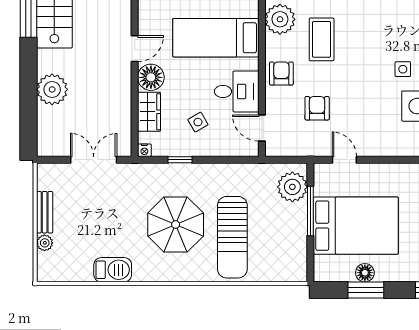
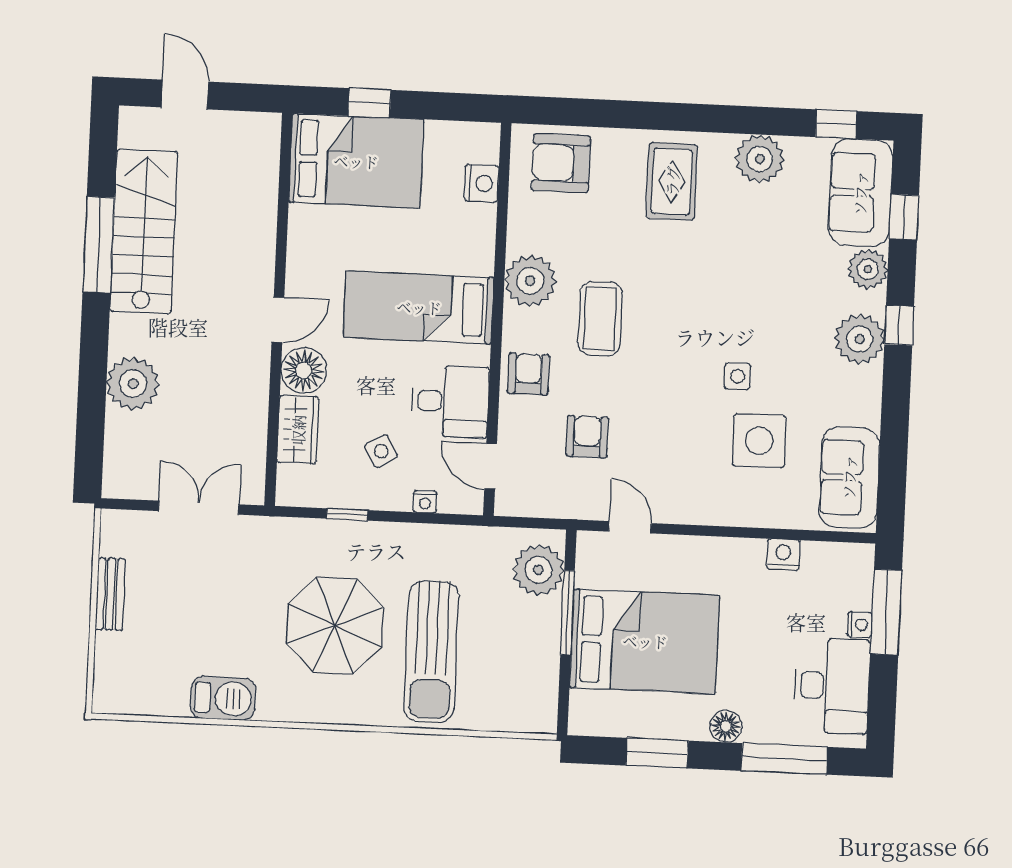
nightstand: (144, 150) -> (425, 502), moved
plant: (45, 243) -> (108, 647), removed
floor lamp: (365, 273) -> (726, 726), moved

